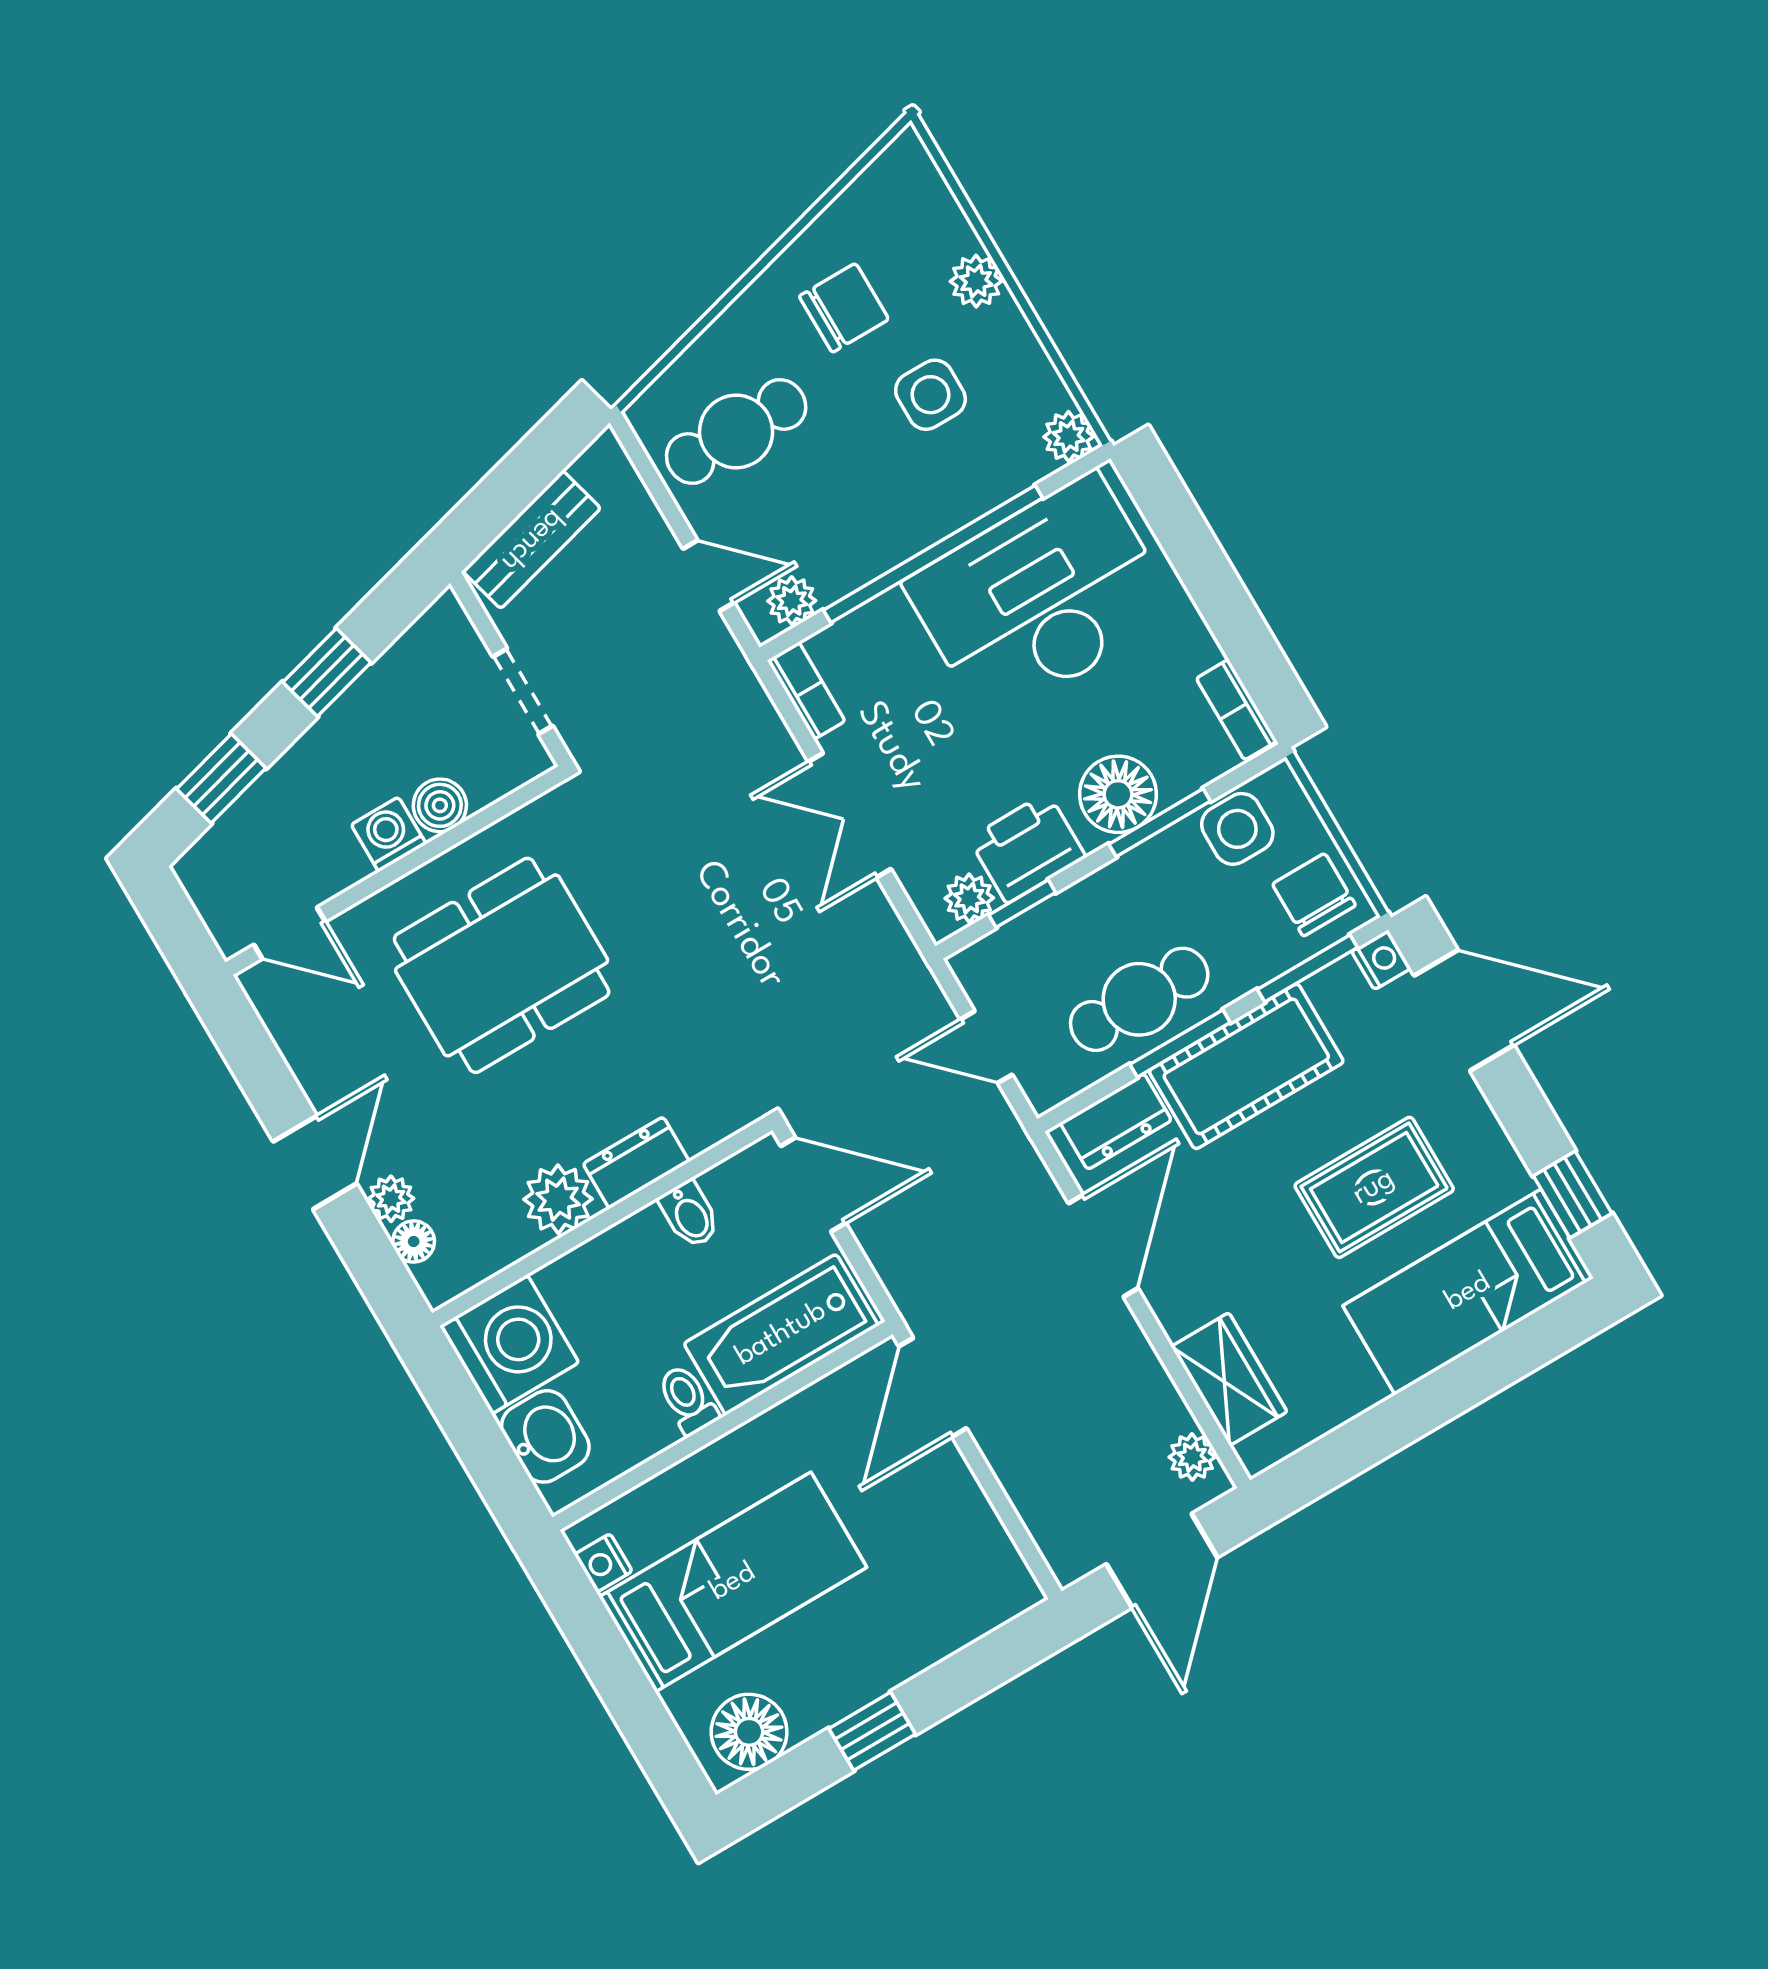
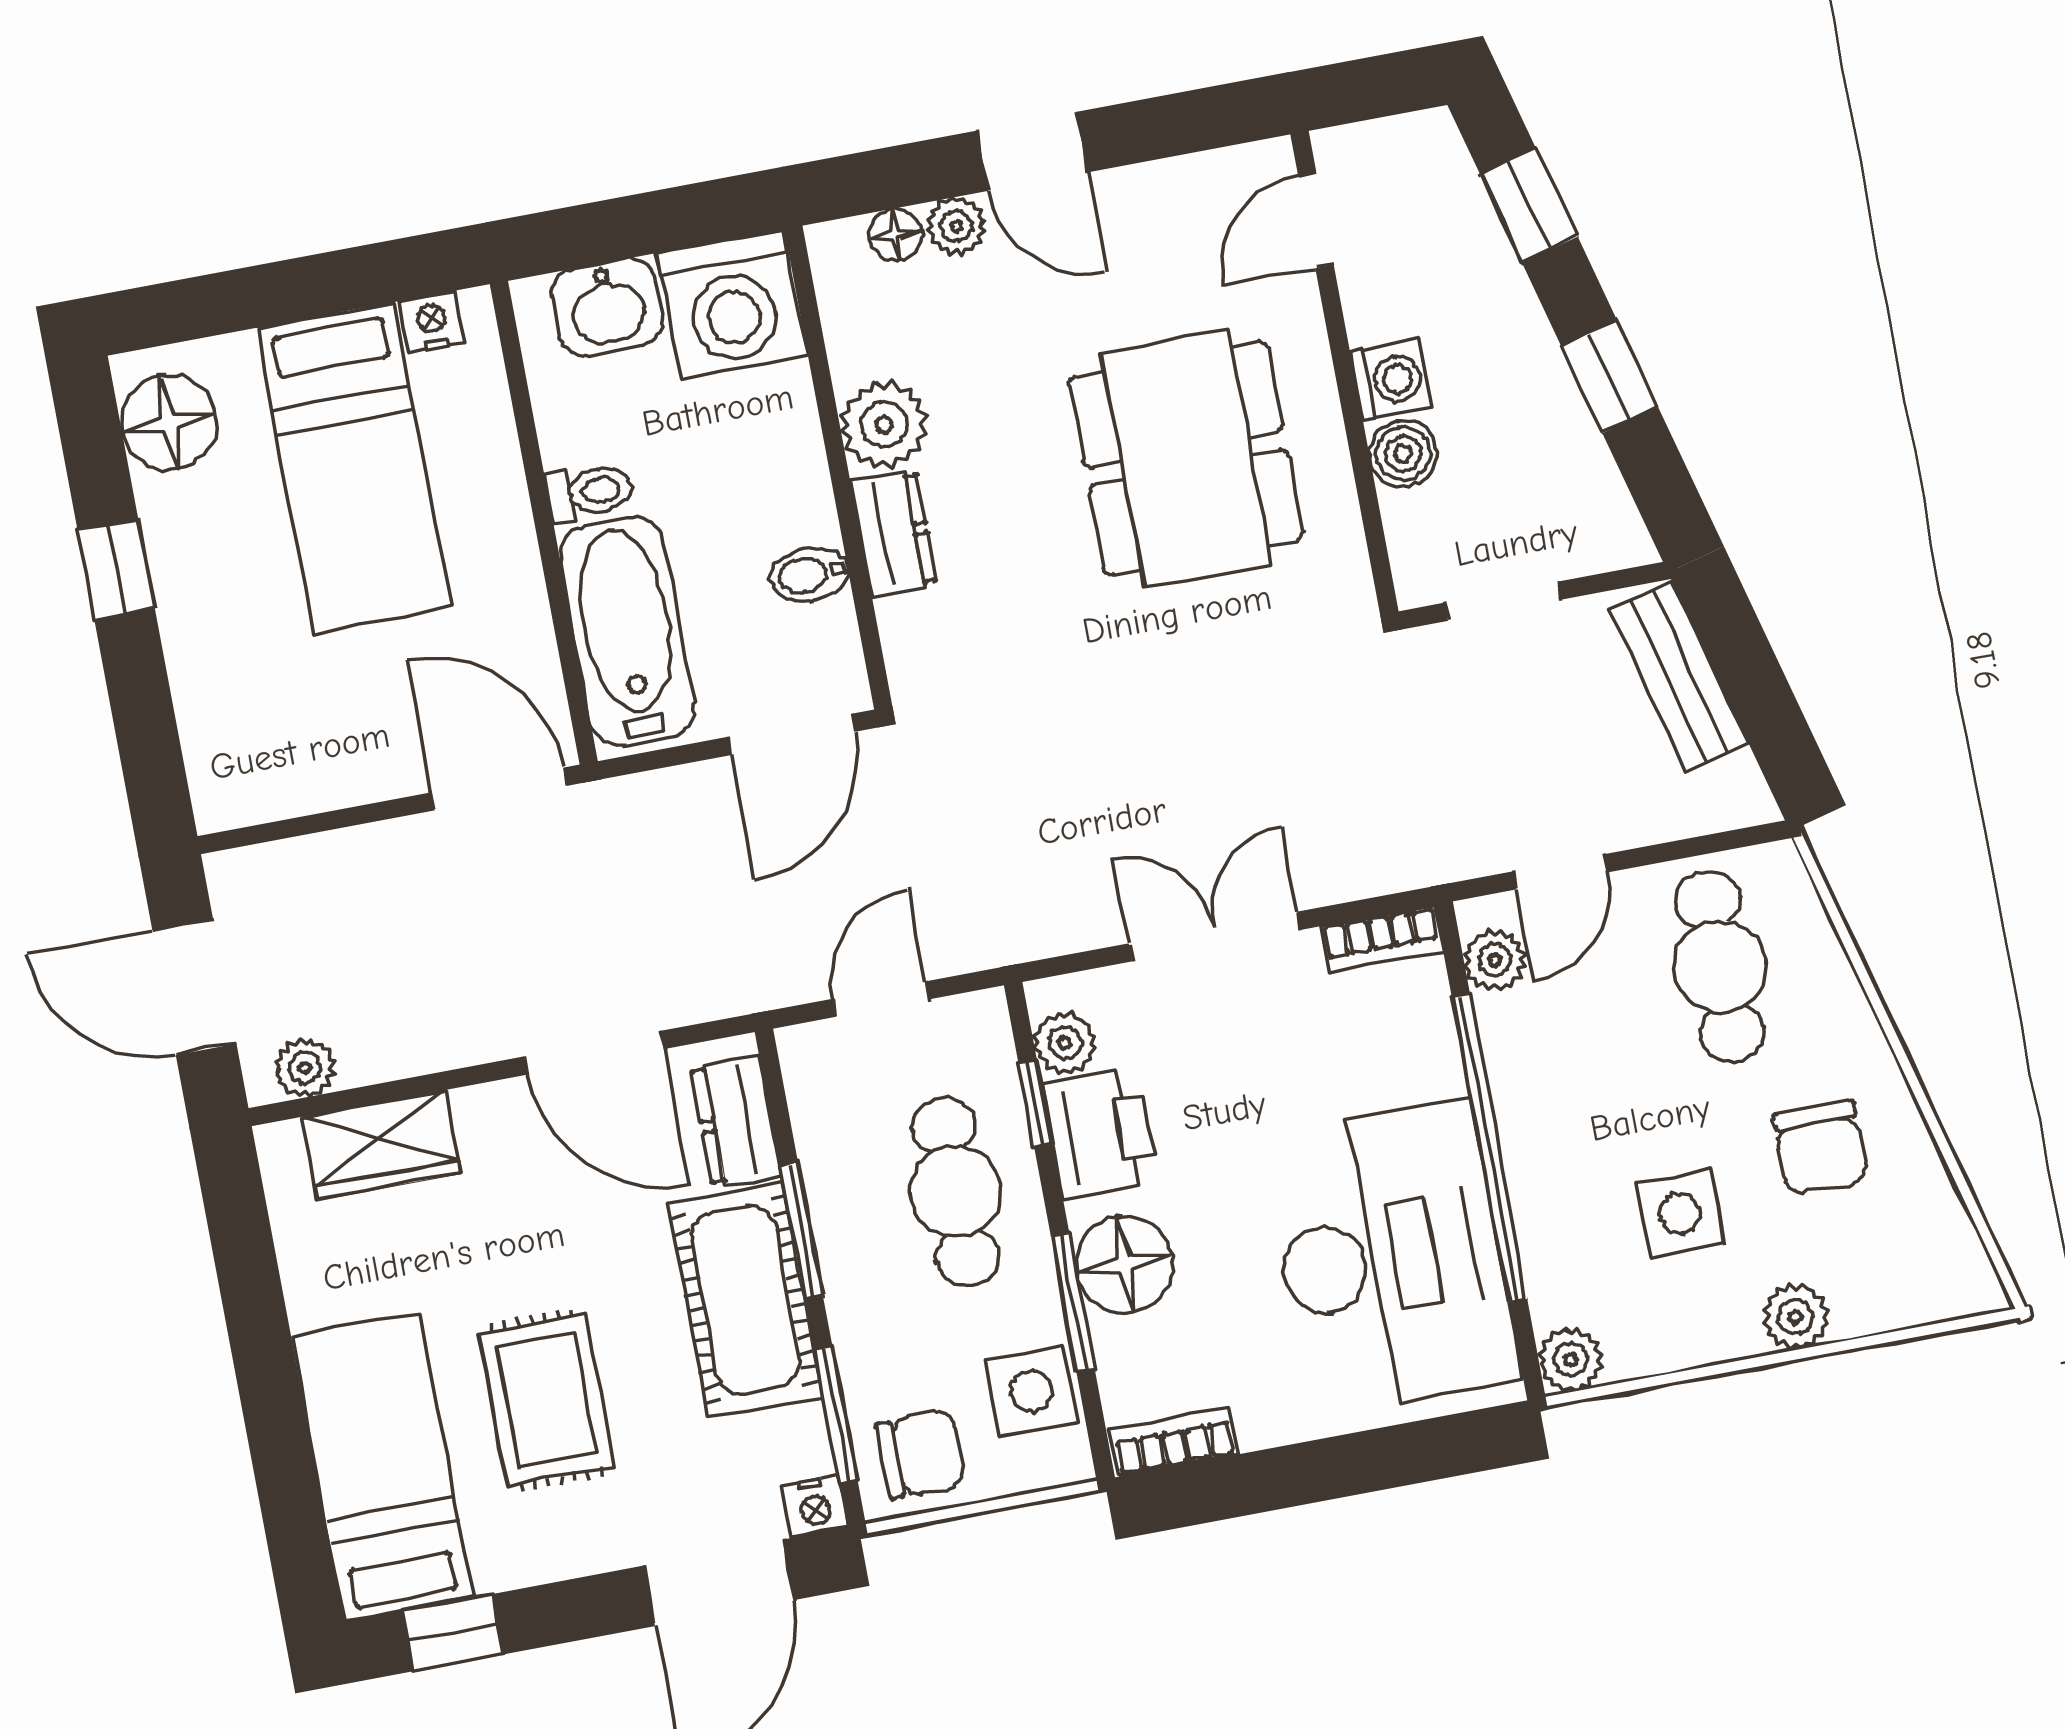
cafe table: (1139, 999) -> (956, 1192), moved

